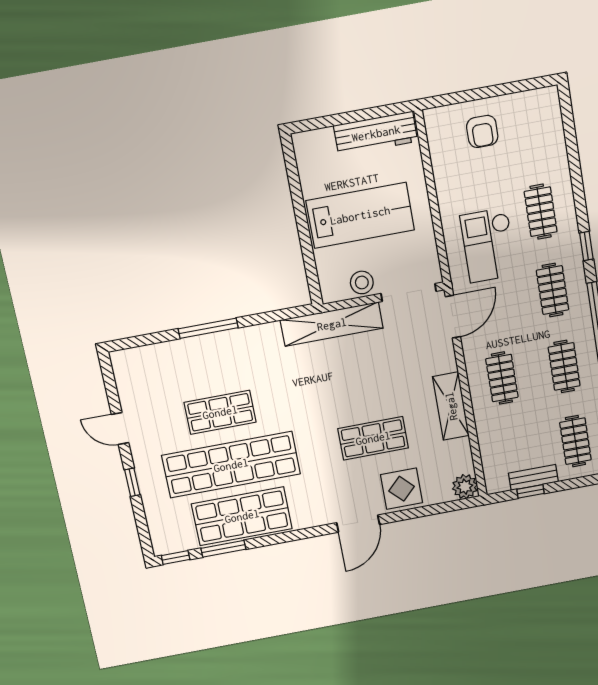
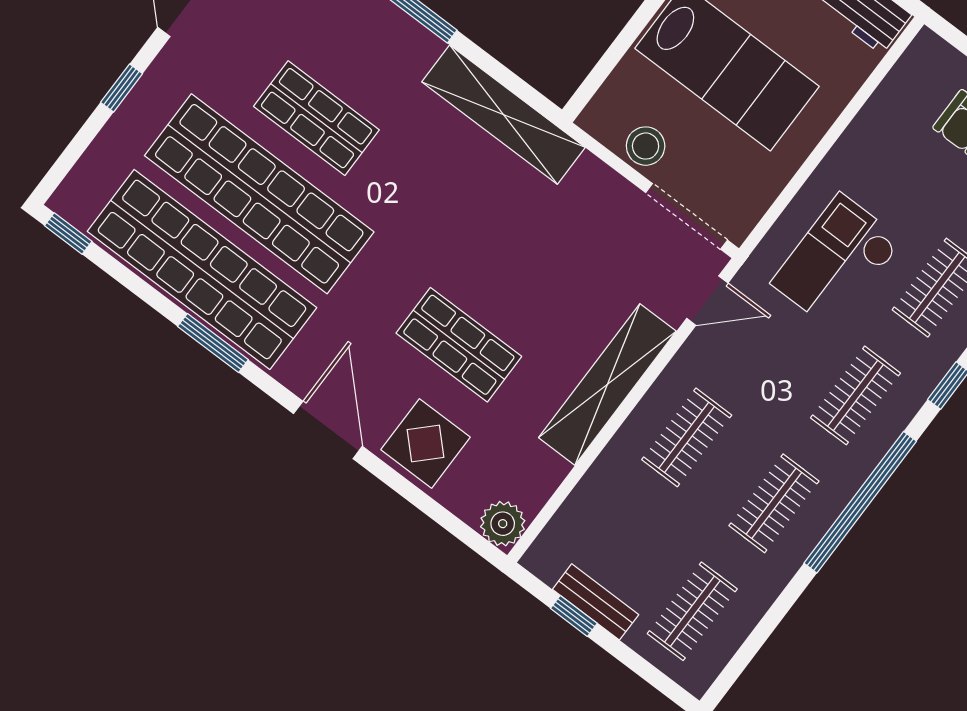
door: (453, 317) -> (707, 301), width x0.73
shelving: (332, 324) -> (503, 115), moved
shelving: (451, 406) -> (607, 384), width x1.47
shop shelf: (242, 516) -> (202, 269), width x1.40
door: (358, 524) -> (328, 430), swing flipped
window: (223, 549) -> (213, 343), moved

